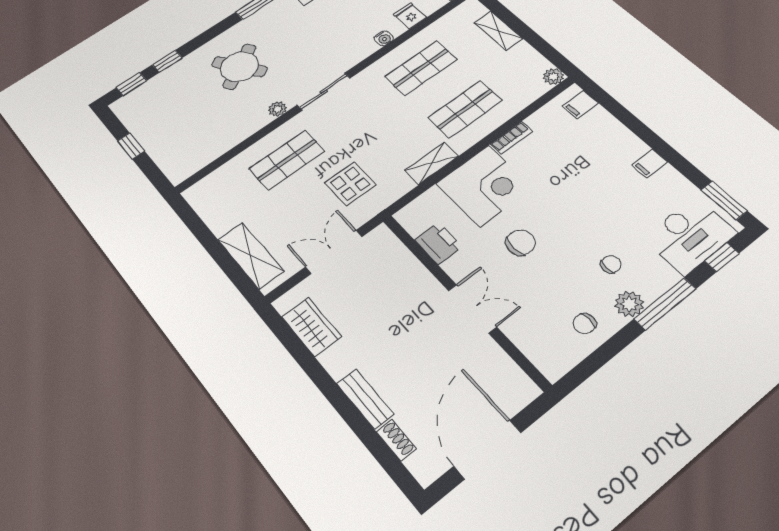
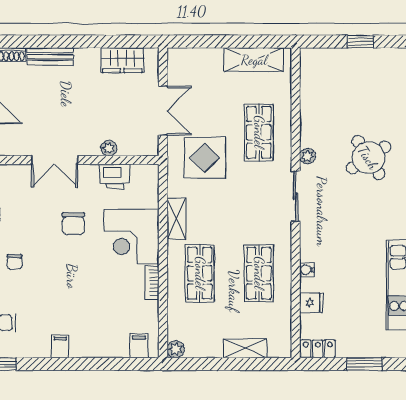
display table: (350, 184) -> (205, 158), width x1.36, depth x1.36
shelving: (251, 255) -> (254, 60), moved
plant: (415, 270) -> (109, 148), added

